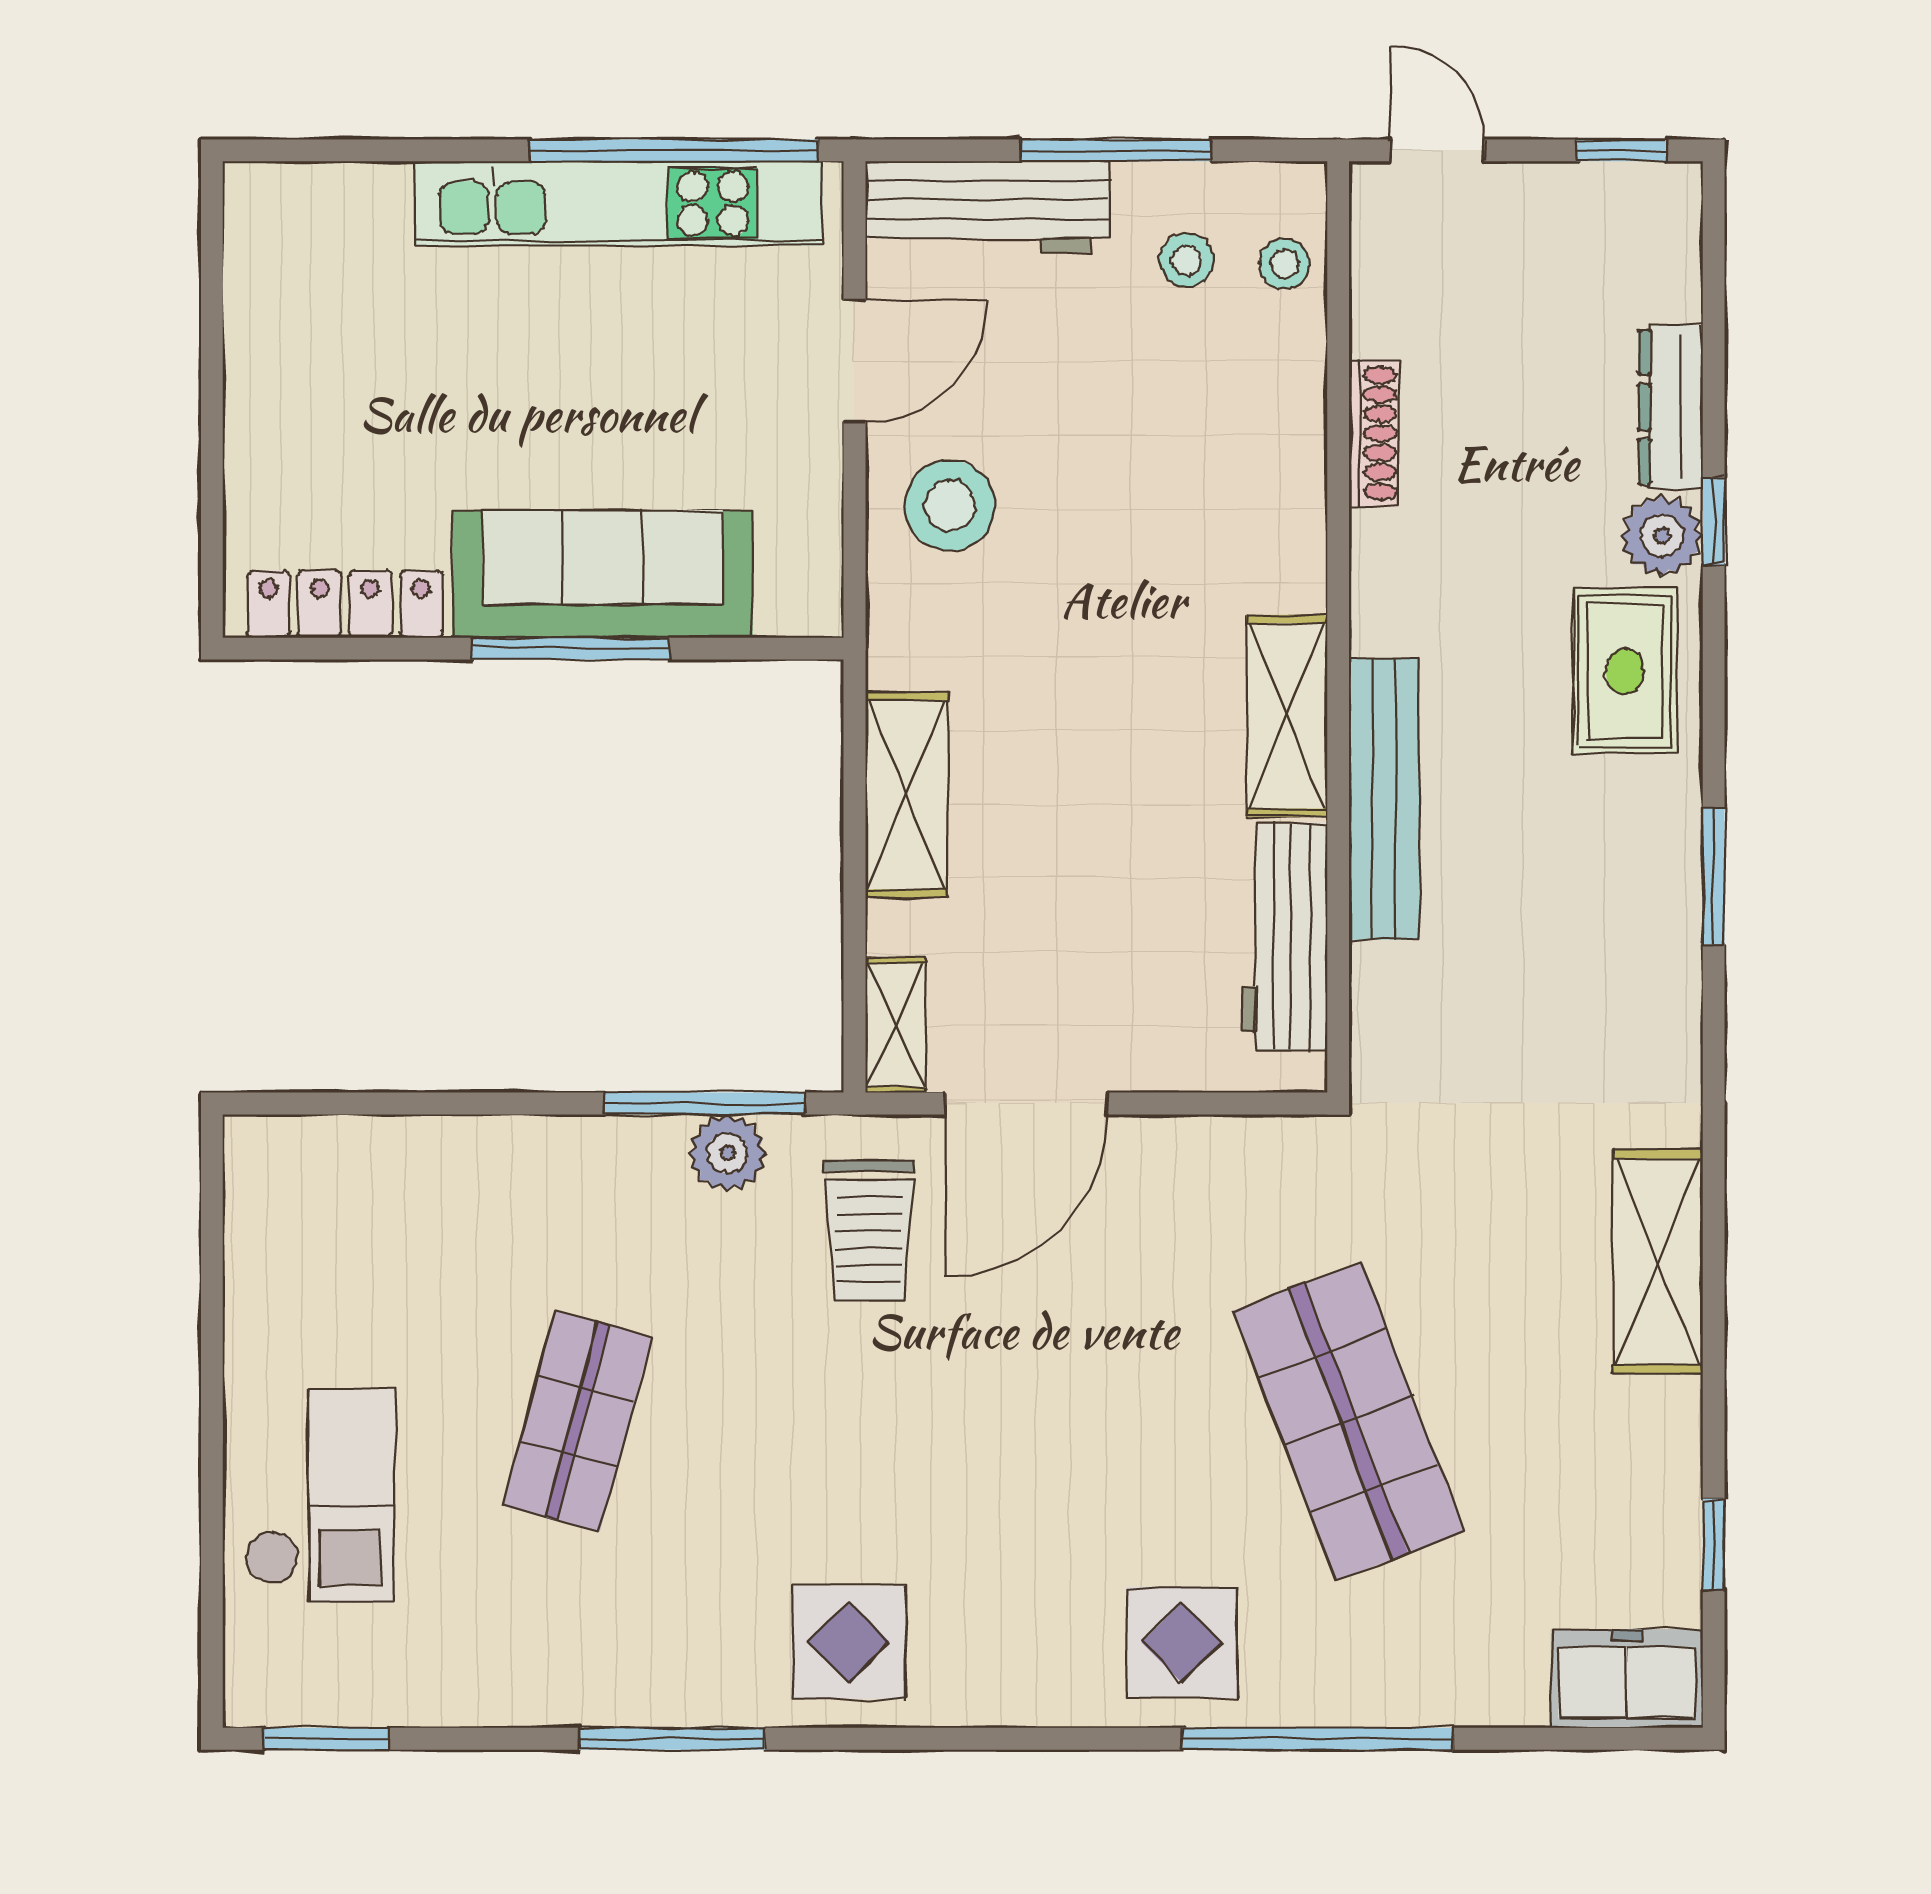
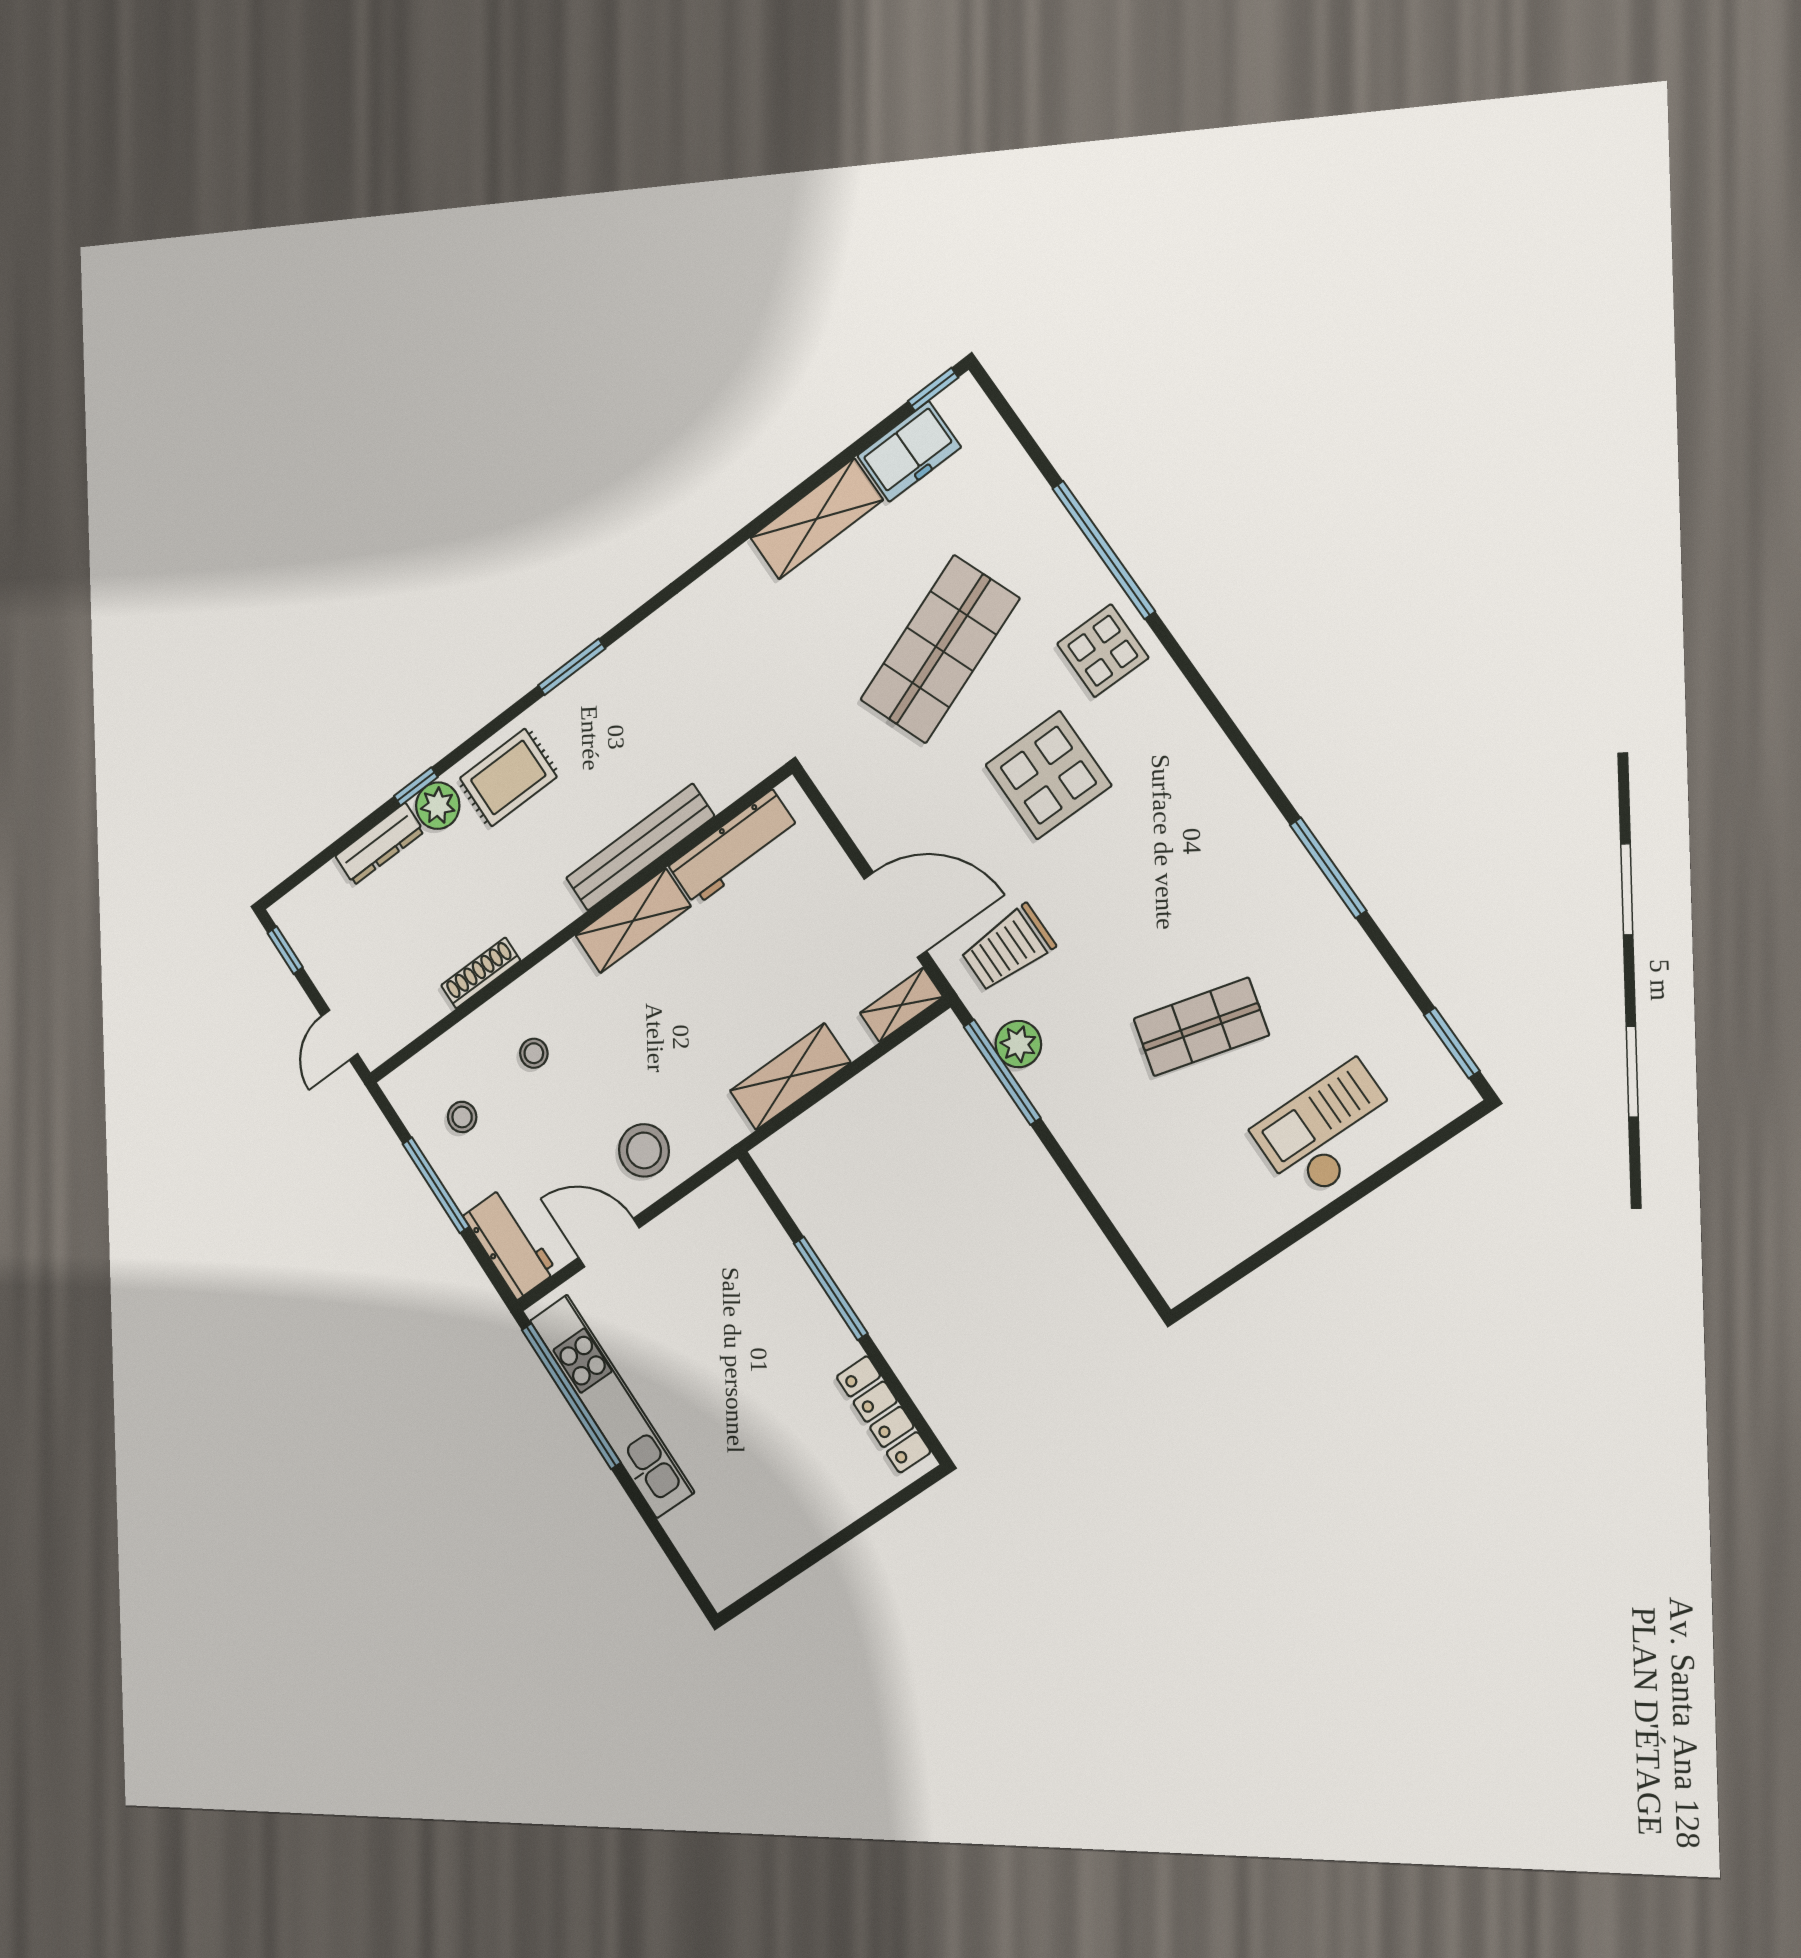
workbench: (988, 207) -> (510, 1244), width x0.73
stool: (1285, 264) -> (534, 1053), moved
sofa: (602, 574) -> (786, 1297), removed
trolley: (869, 1230) -> (1008, 948), turned 180
shelving: (1658, 1262) -> (816, 519), moved
window: (1714, 1545) -> (933, 389), moved
display table: (849, 1642) -> (1048, 775), moved, width x1.36, depth x1.36
freezer: (1627, 1679) -> (909, 451), moved, turned -90

